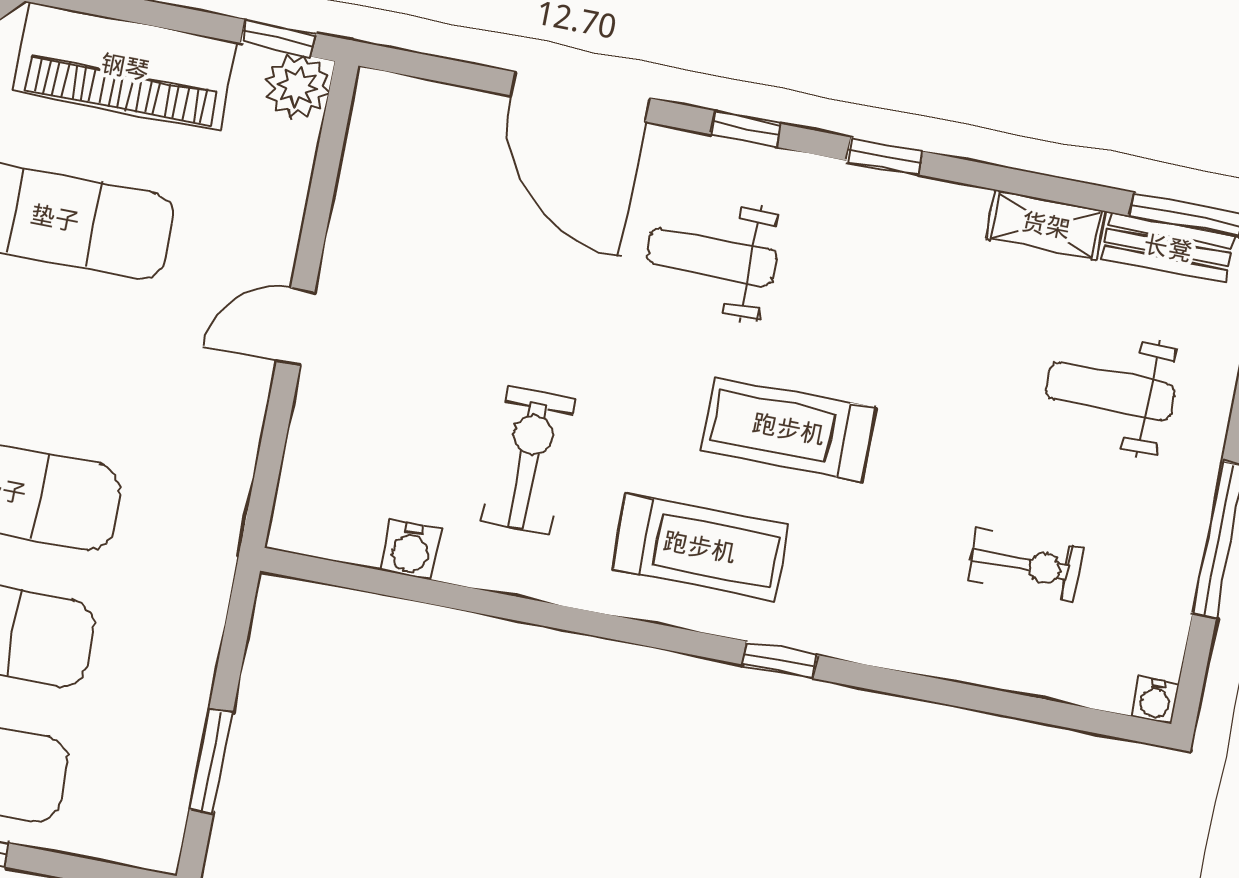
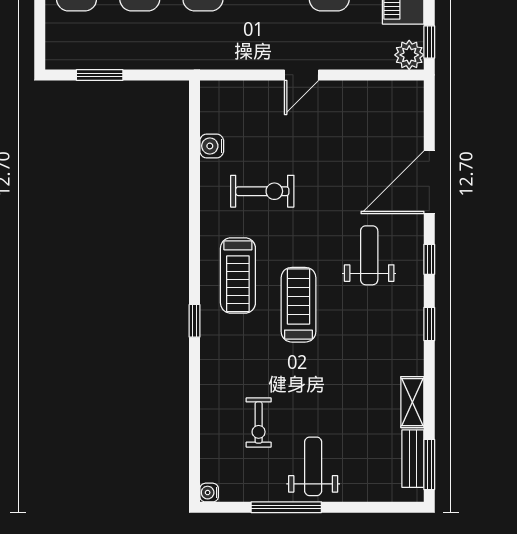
door: (296, 327) -> (302, 75), swing flipped
weight bench: (1111, 391) -> (313, 466), moved

